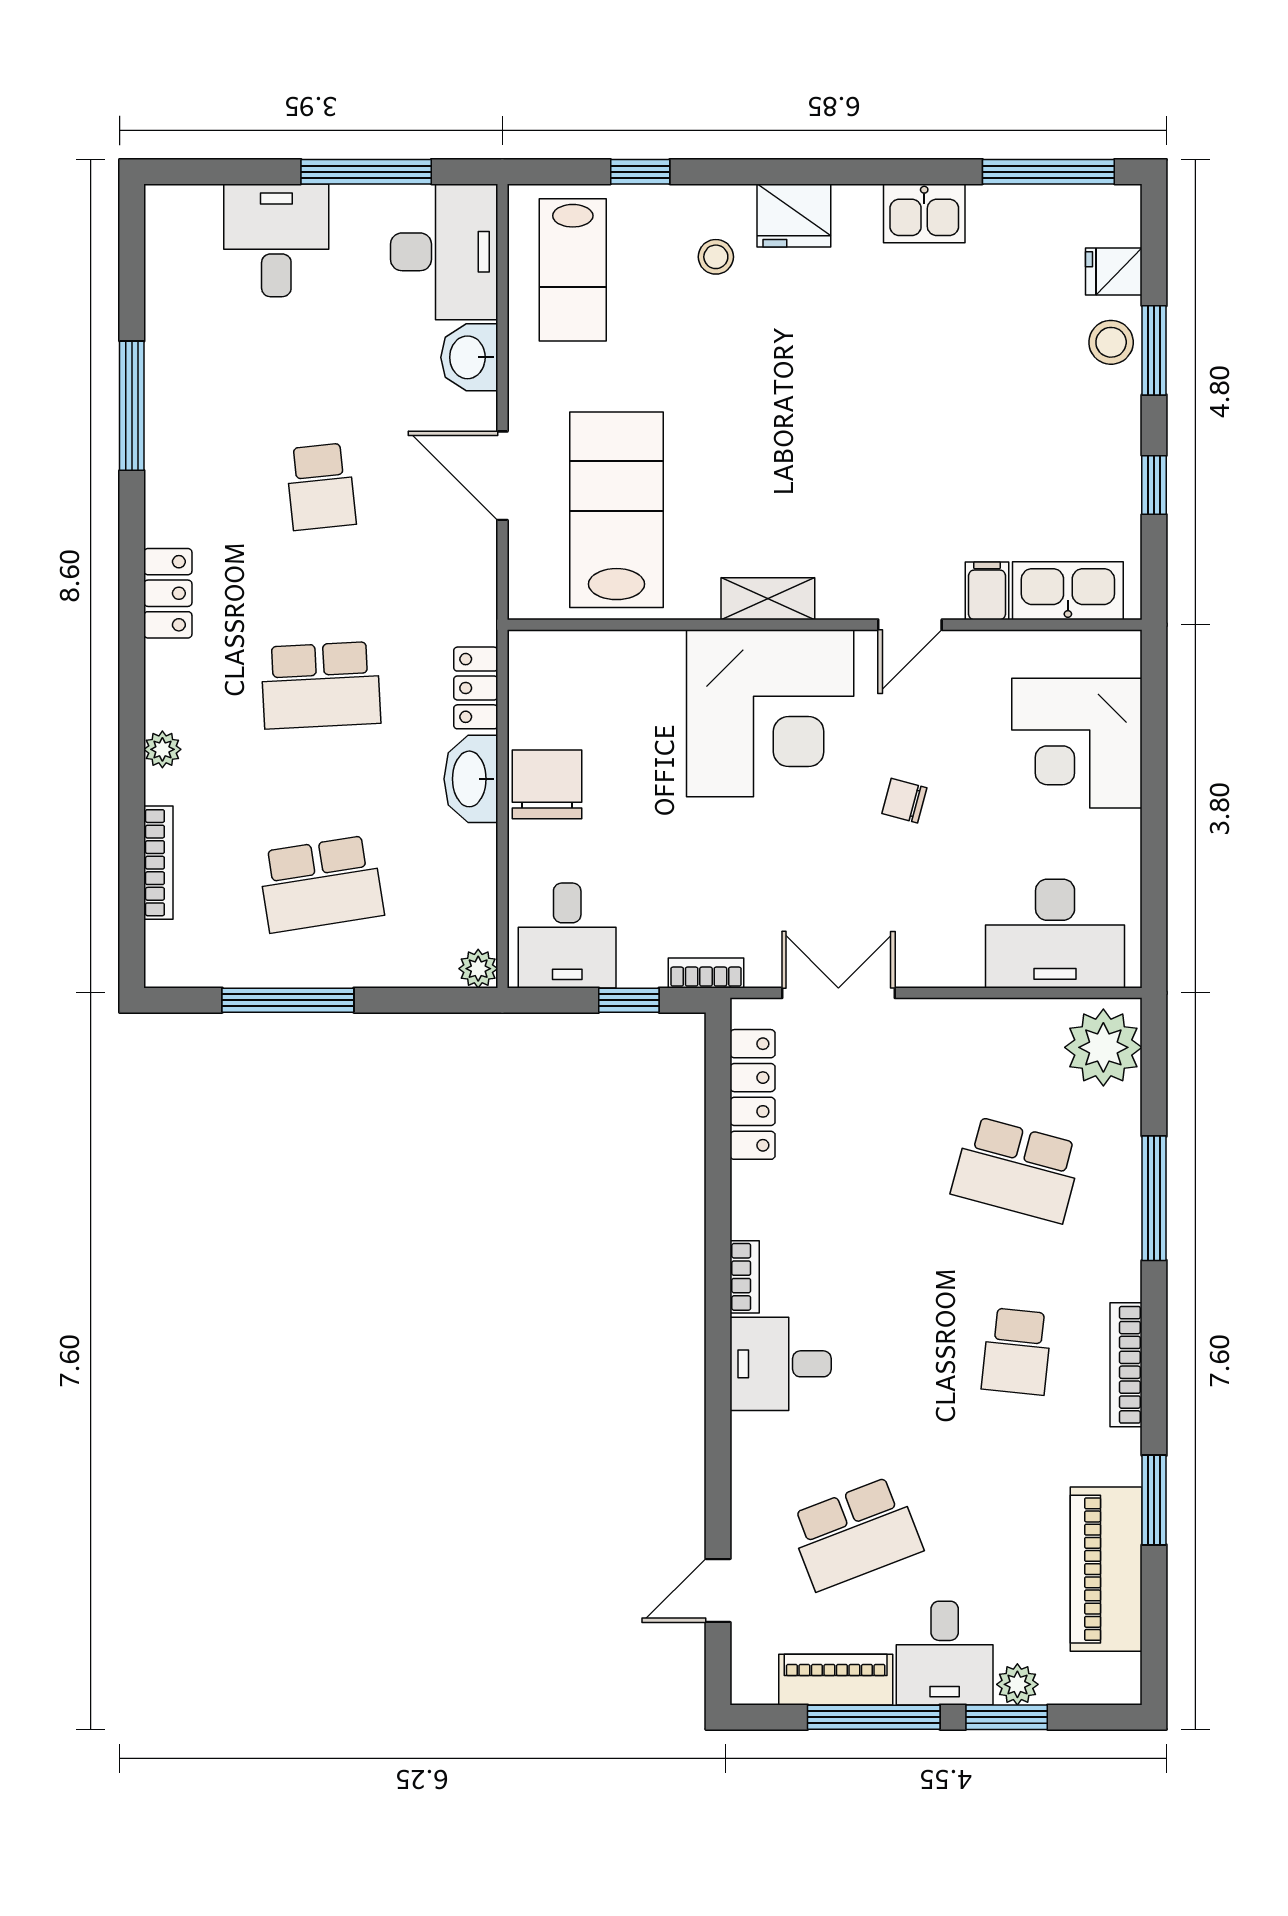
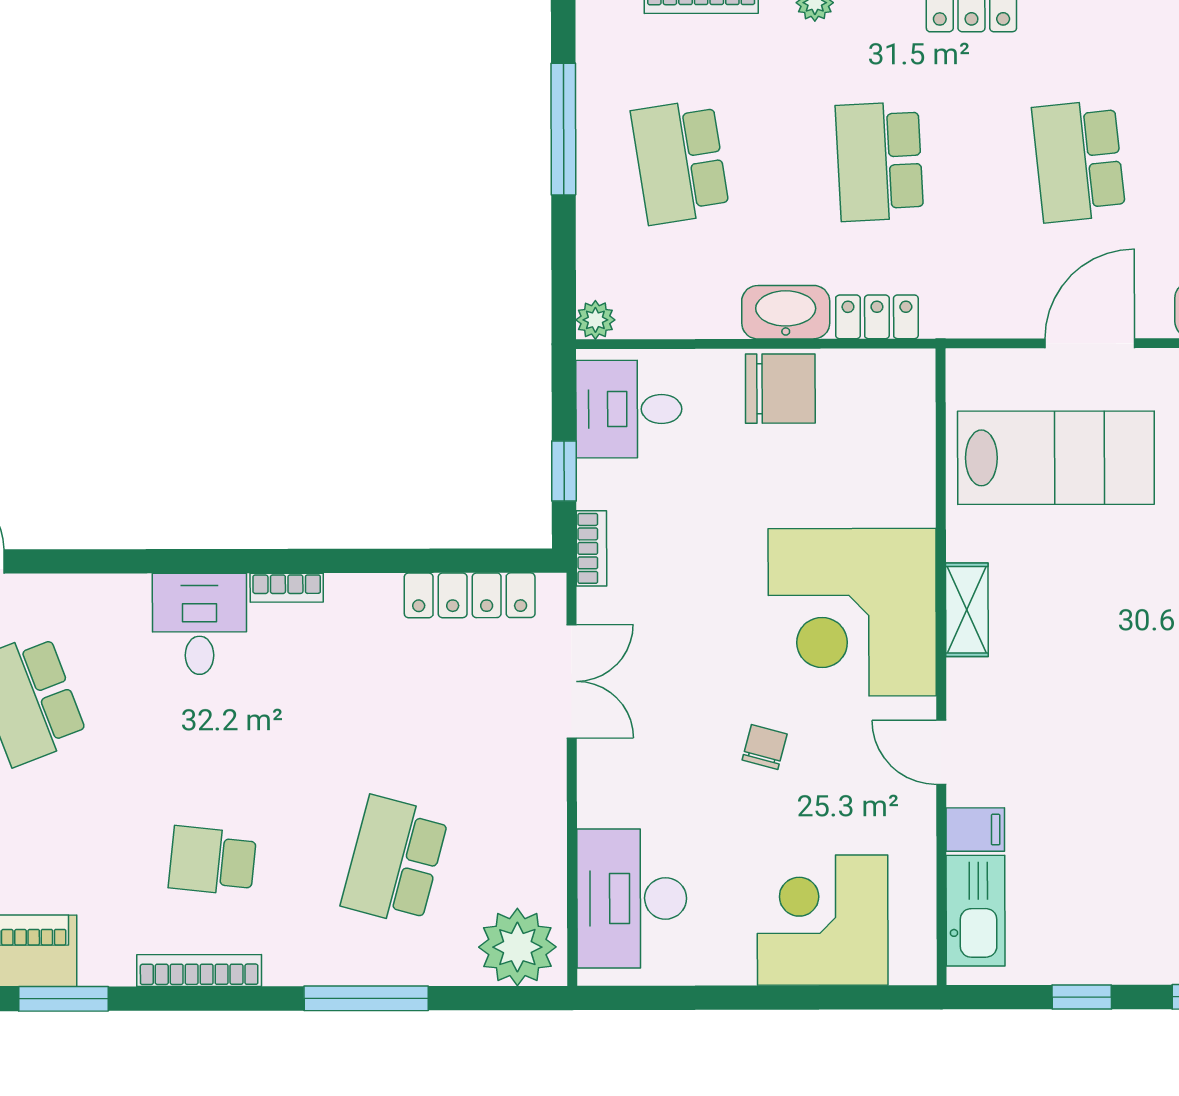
school desk: (321, 487) -> (1079, 161), width x1.85

